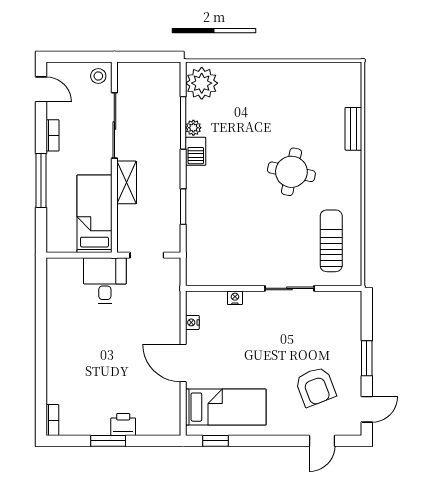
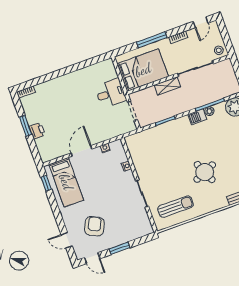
round table: (291, 172) -> (205, 172), turned -36
bed: (94, 214) -> (143, 70), width x1.50
armchair: (315, 387) -> (94, 226), turned 137

